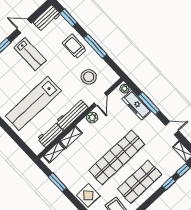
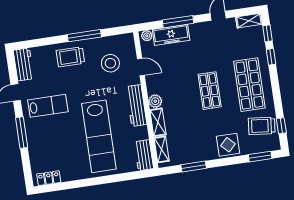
window: (69, 18) -> (38, 43), removed
plant: (92, 118) -> (155, 101), moved
workbench: (50, 135) -> (144, 155), moved
shop shelf: (117, 157) -> (210, 91), width x0.50, depth x0.74

